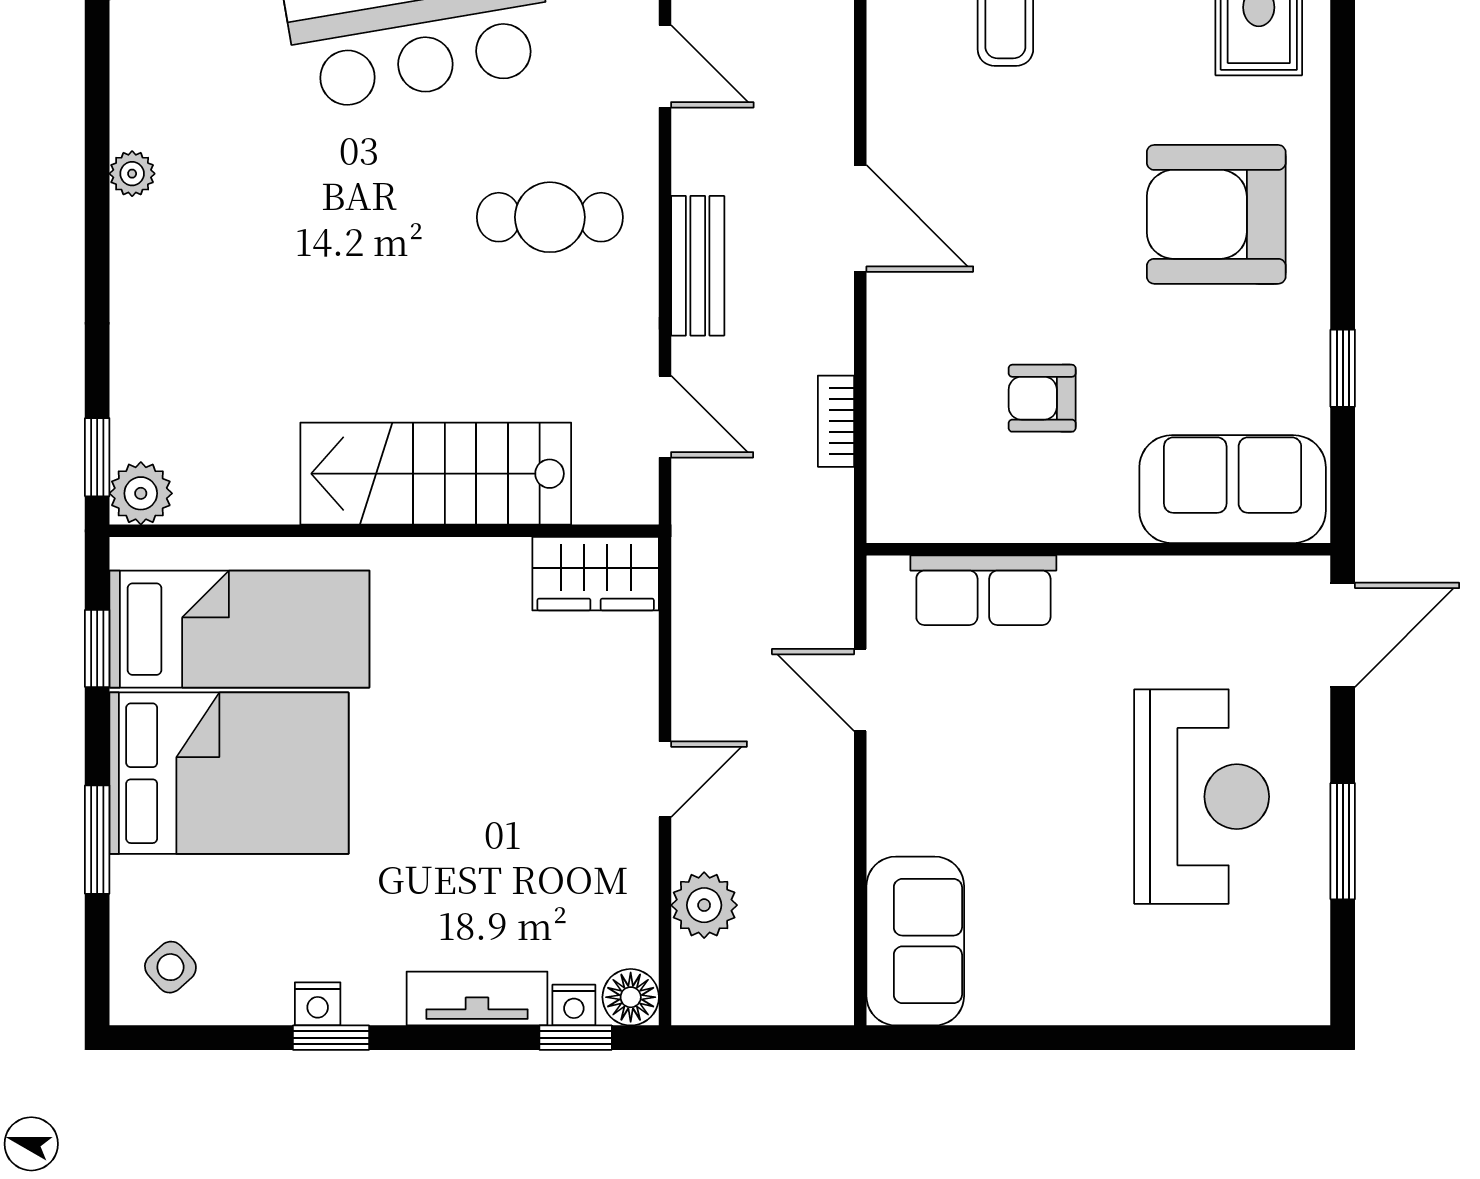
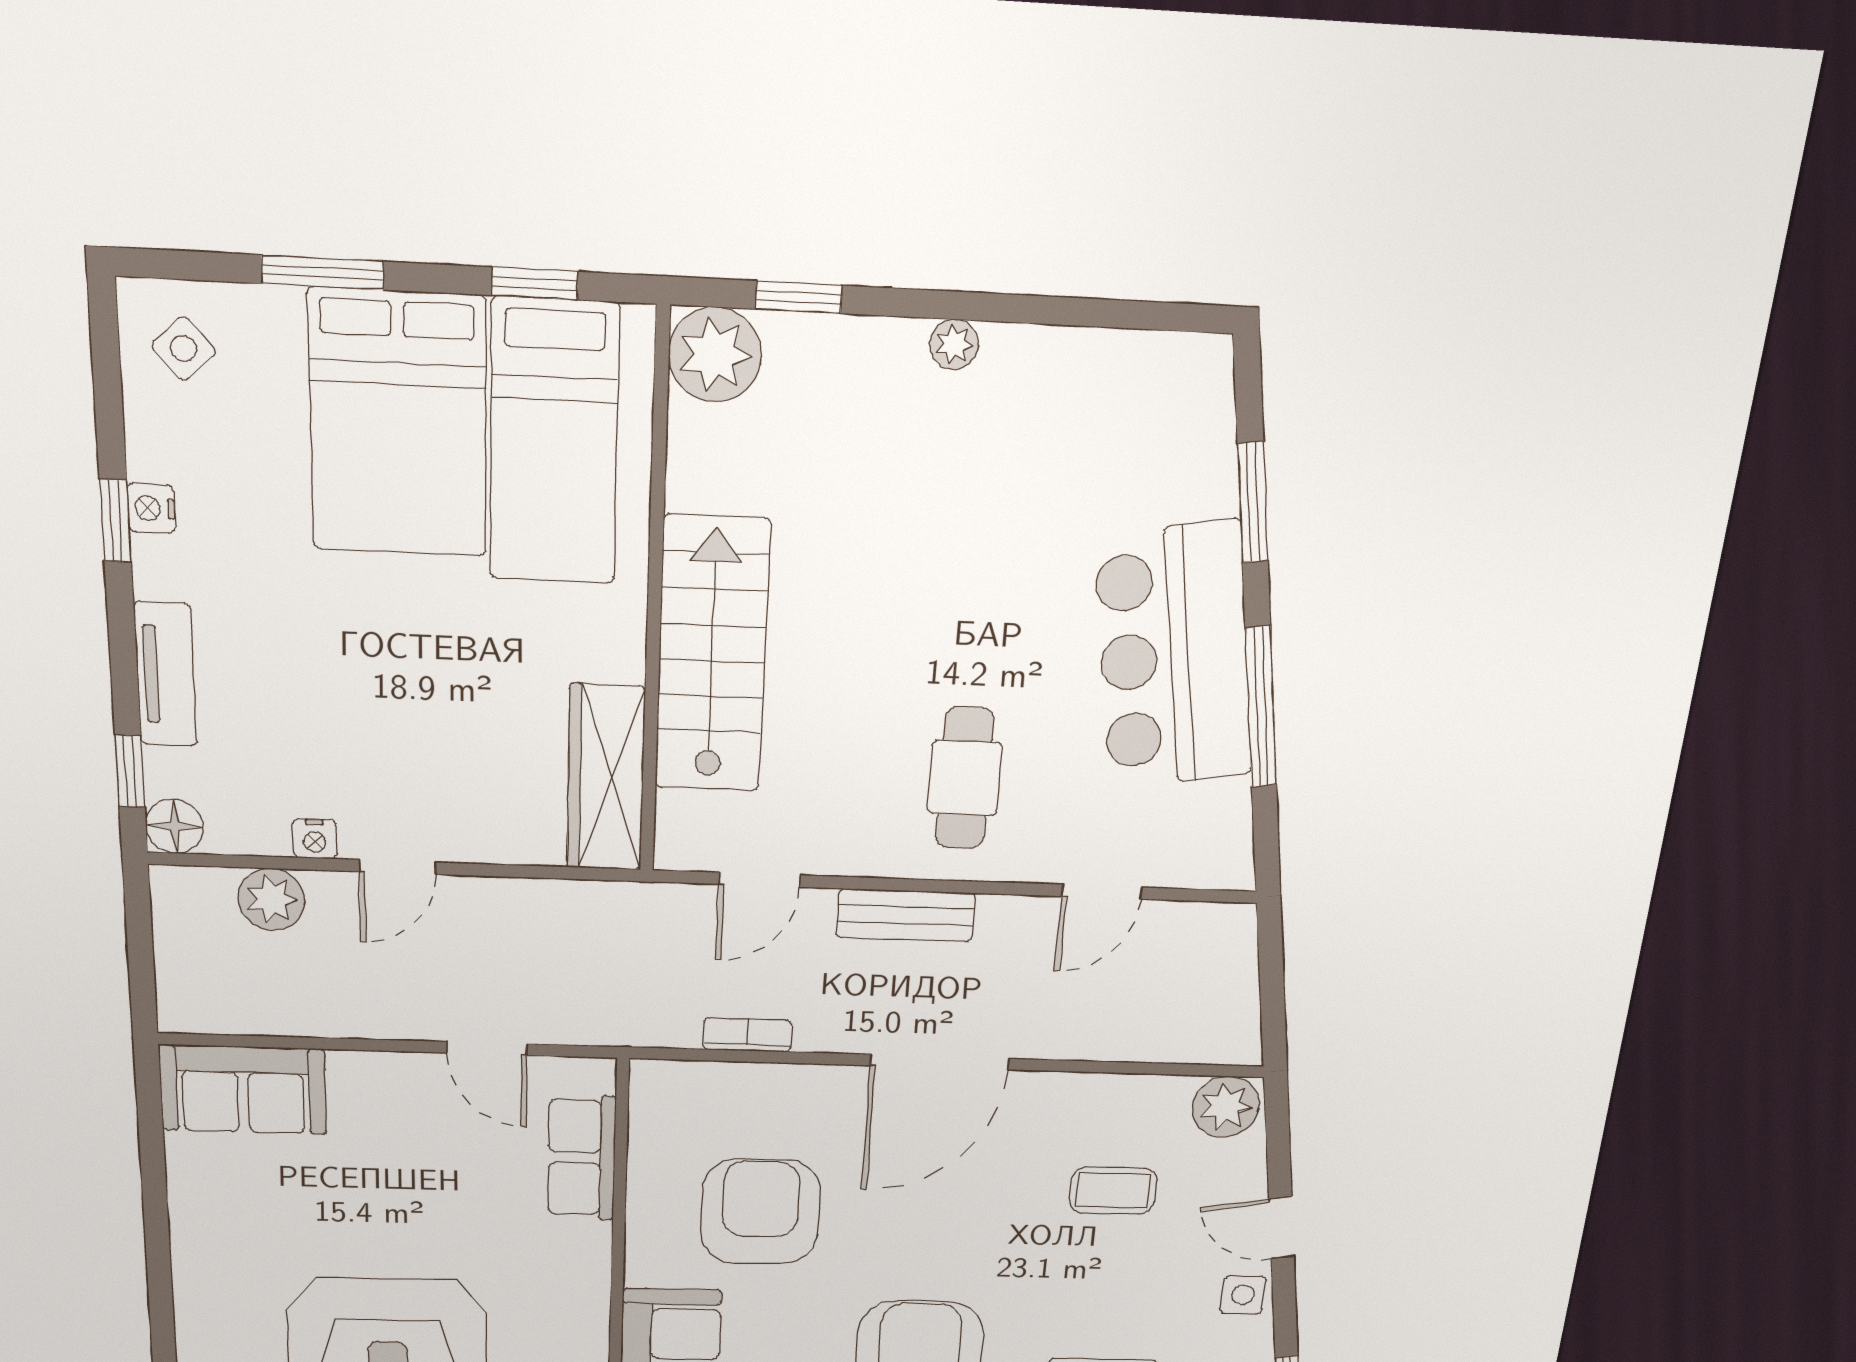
plant: (132, 174) -> (954, 345), moved
door: (860, 218) -> (940, 1062), width x1.36
armchair: (1042, 398) -> (760, 1212), width x1.88, depth x1.88
window: (97, 457) -> (799, 297), moved
plant: (141, 493) -> (715, 355), width x1.36, depth x1.36
wardrobe: (596, 574) -> (606, 778), width x1.50
door: (860, 690) -> (487, 1048), swing flipped
door: (665, 779) -> (398, 867), hinge flipped
nightstand: (574, 1005) -> (315, 839), moved, turned -90

